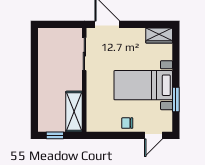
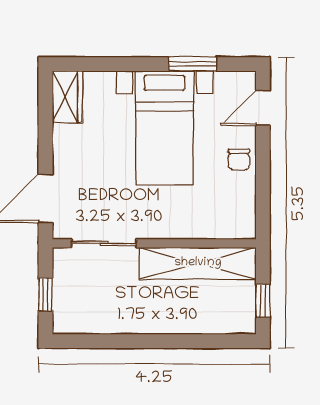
window: (58, 24) -> (45, 294), added
shelving: (74, 112) -> (198, 263), width x1.47
door: (153, 135) -> (263, 108), swing flipped

